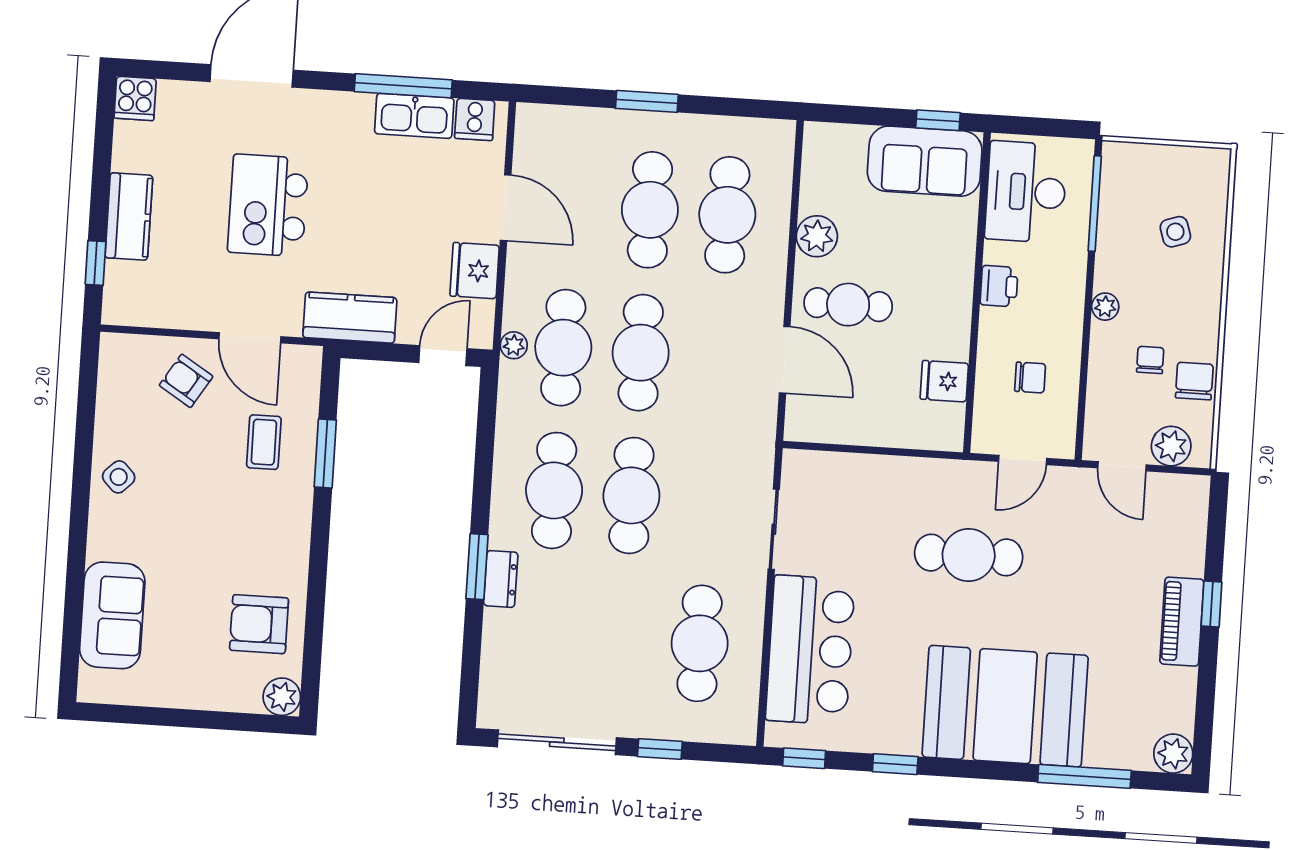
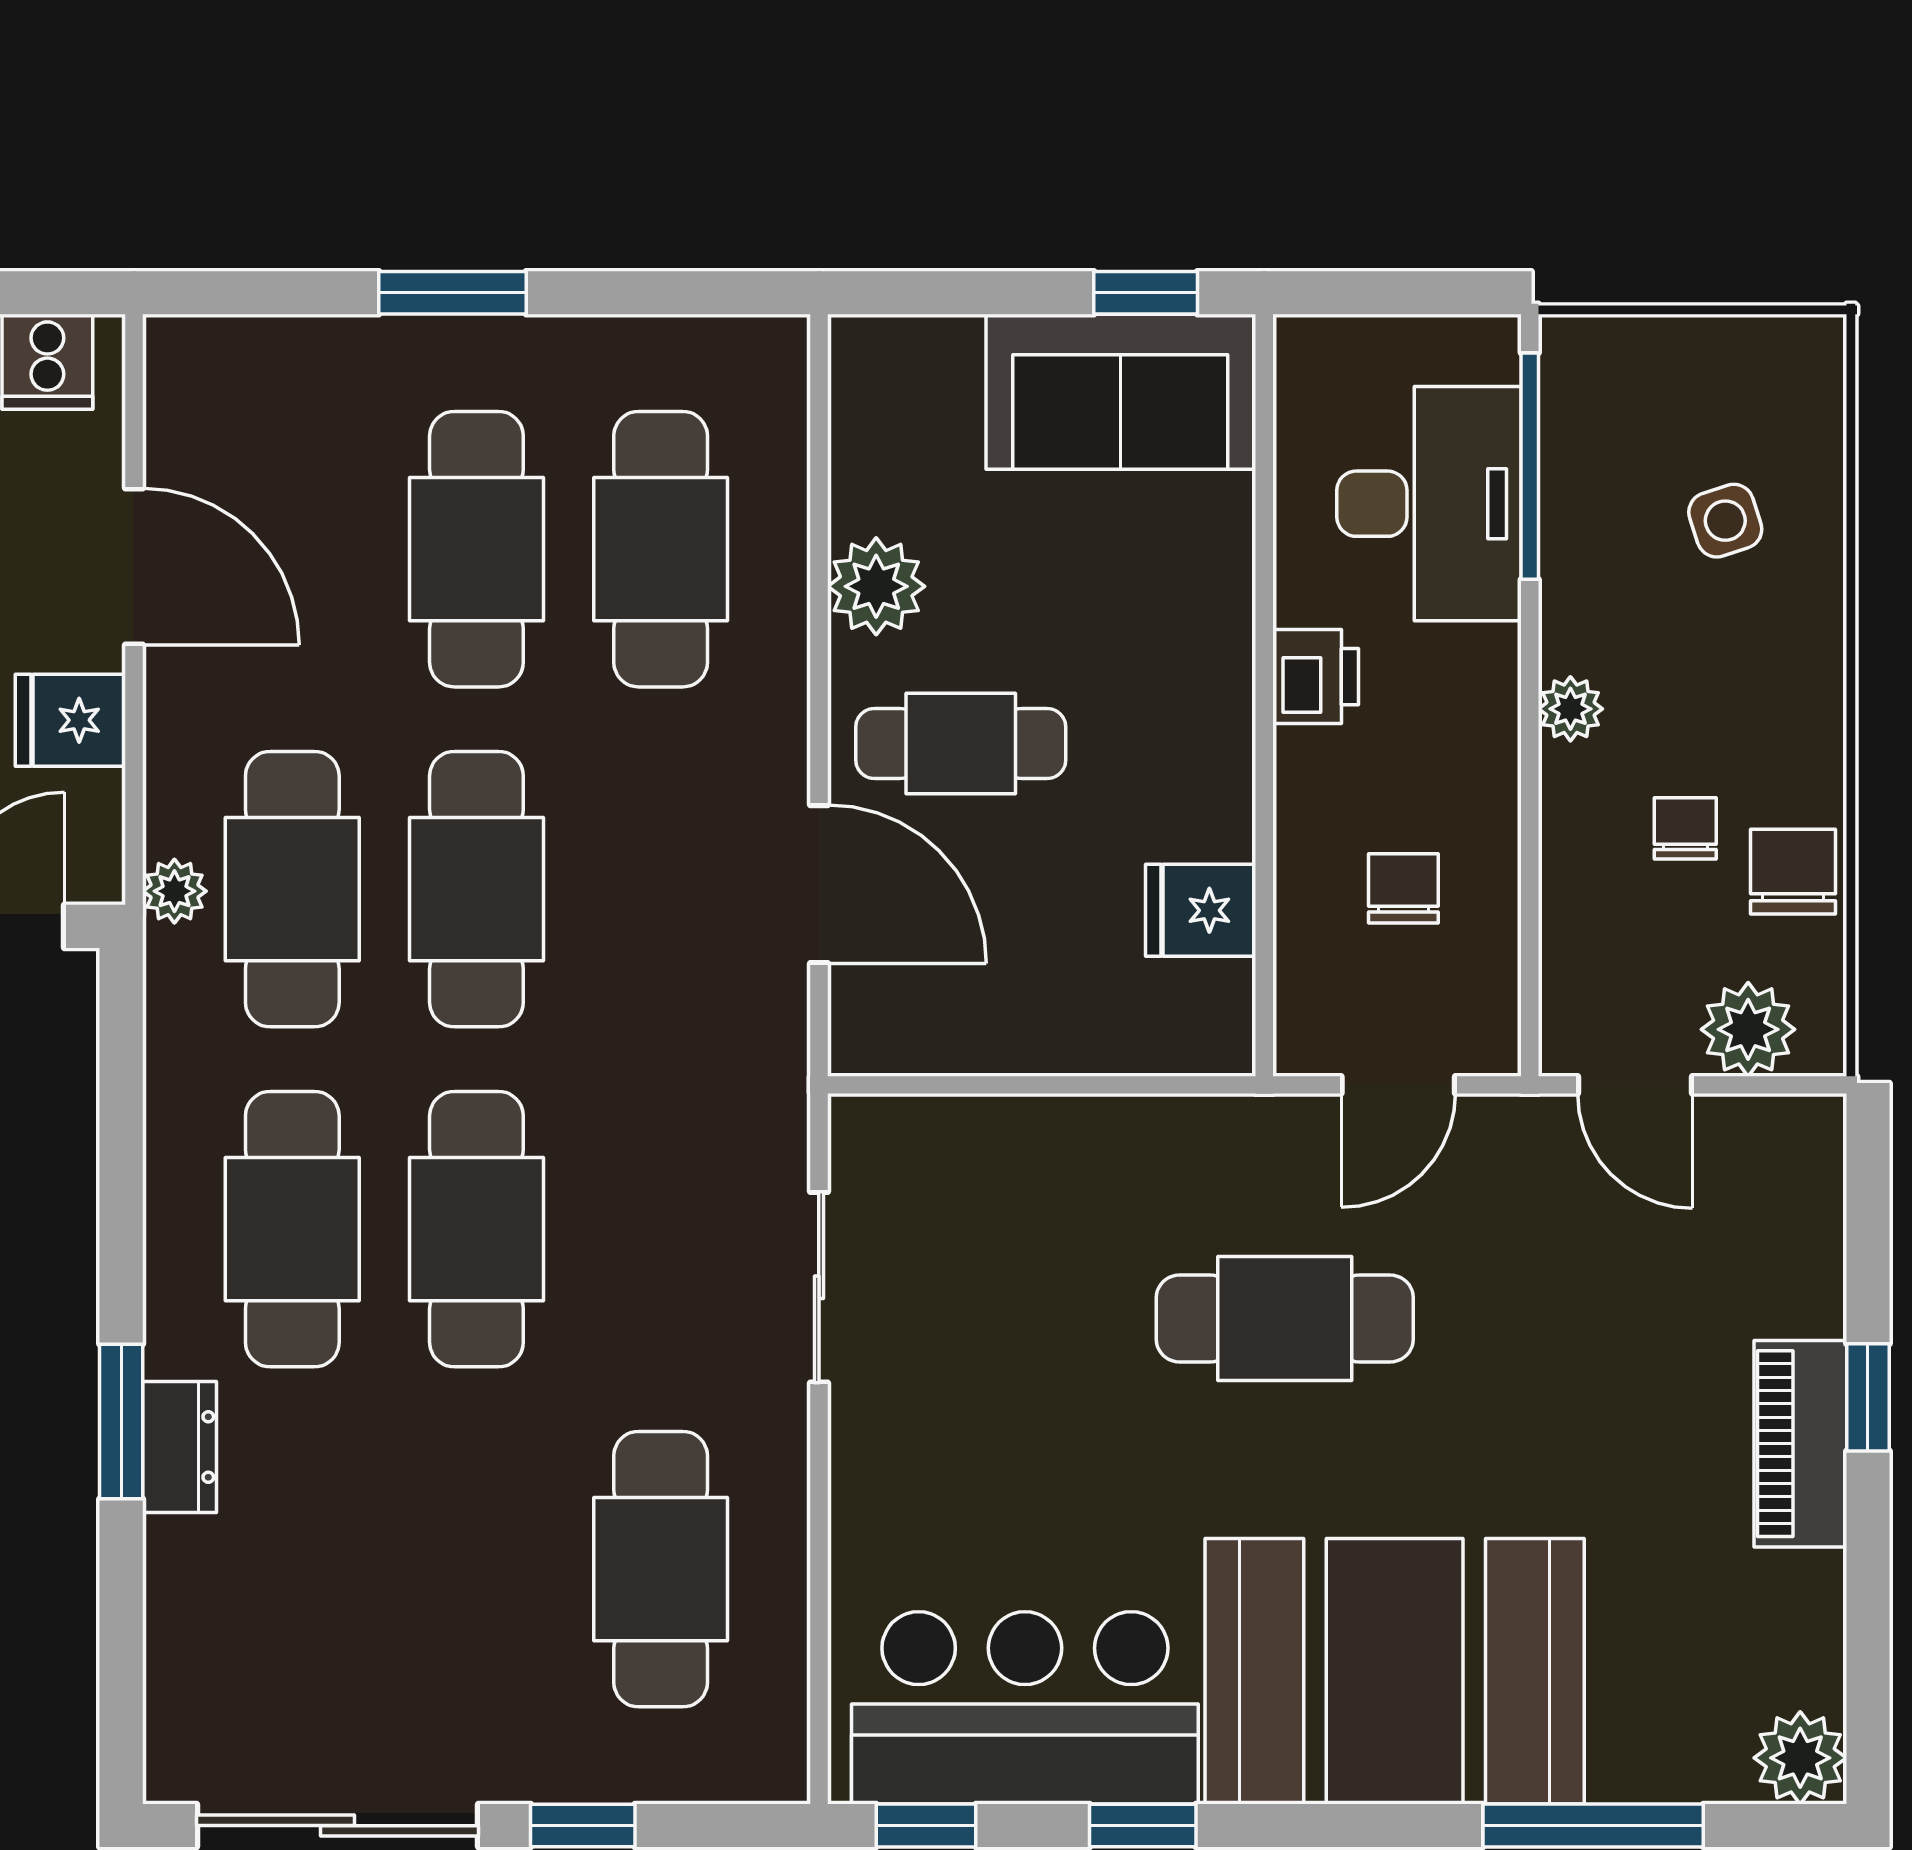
desk: (1026, 192) -> (1429, 504), moved, turned 180
fridge: (475, 271) -> (70, 720), width x0.72
chair: (1030, 377) -> (1403, 888), turned -90
bar counter: (810, 650) -> (1025, 1708), moved, turned -90

